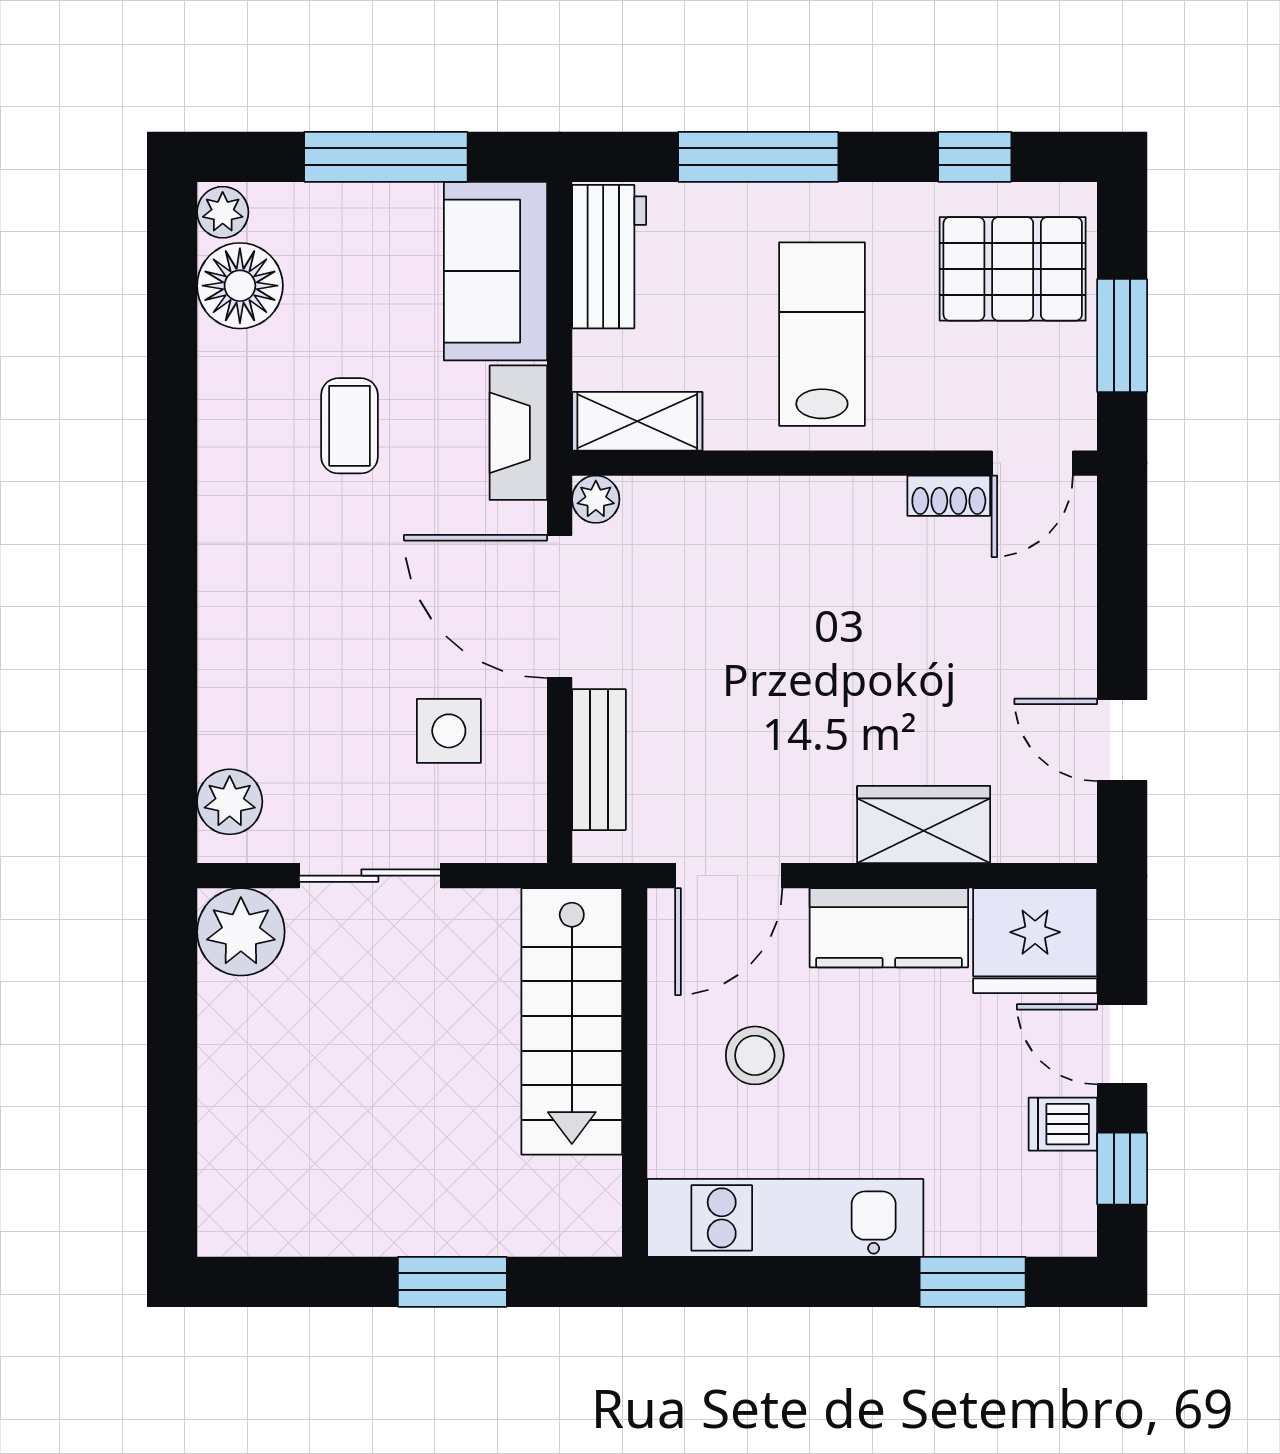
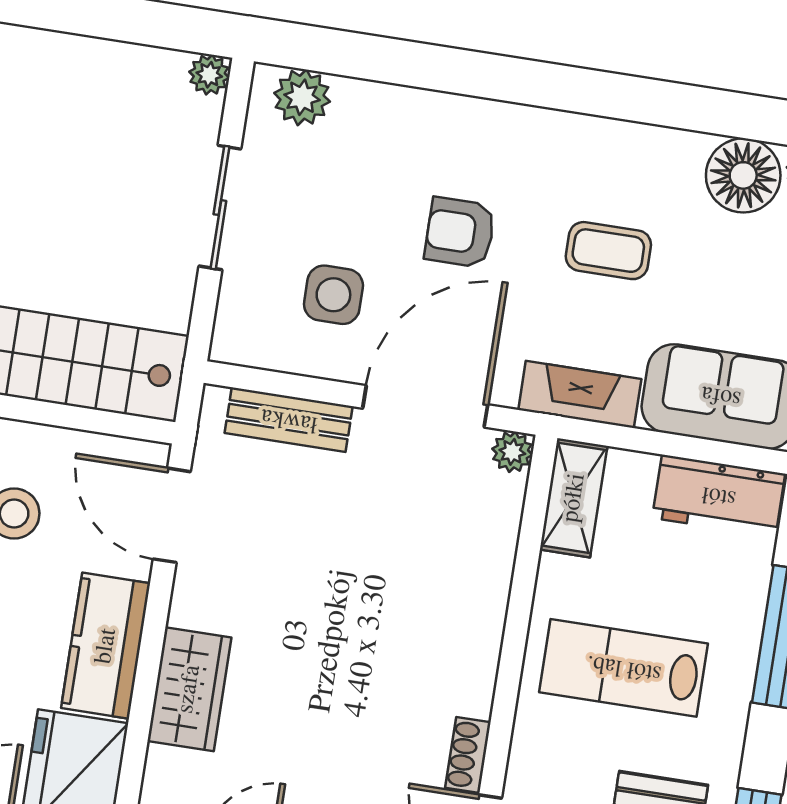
lab bench: (822, 334) -> (624, 668), turned 180
armchair: (355, 598) -> (460, 232), added
plant: (241, 932) -> (209, 75), width x0.53, depth x0.53

